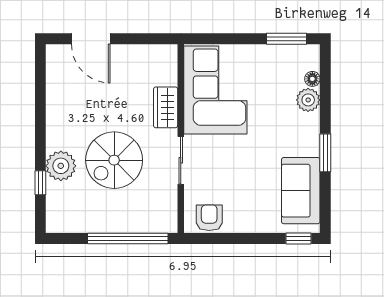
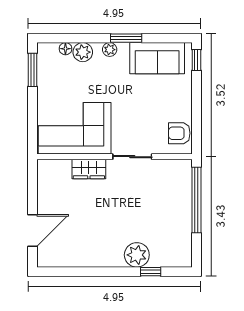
plant: (311, 133) -> (110, 50), added
spiral stairs: (114, 160) -> (132, 211), removed

